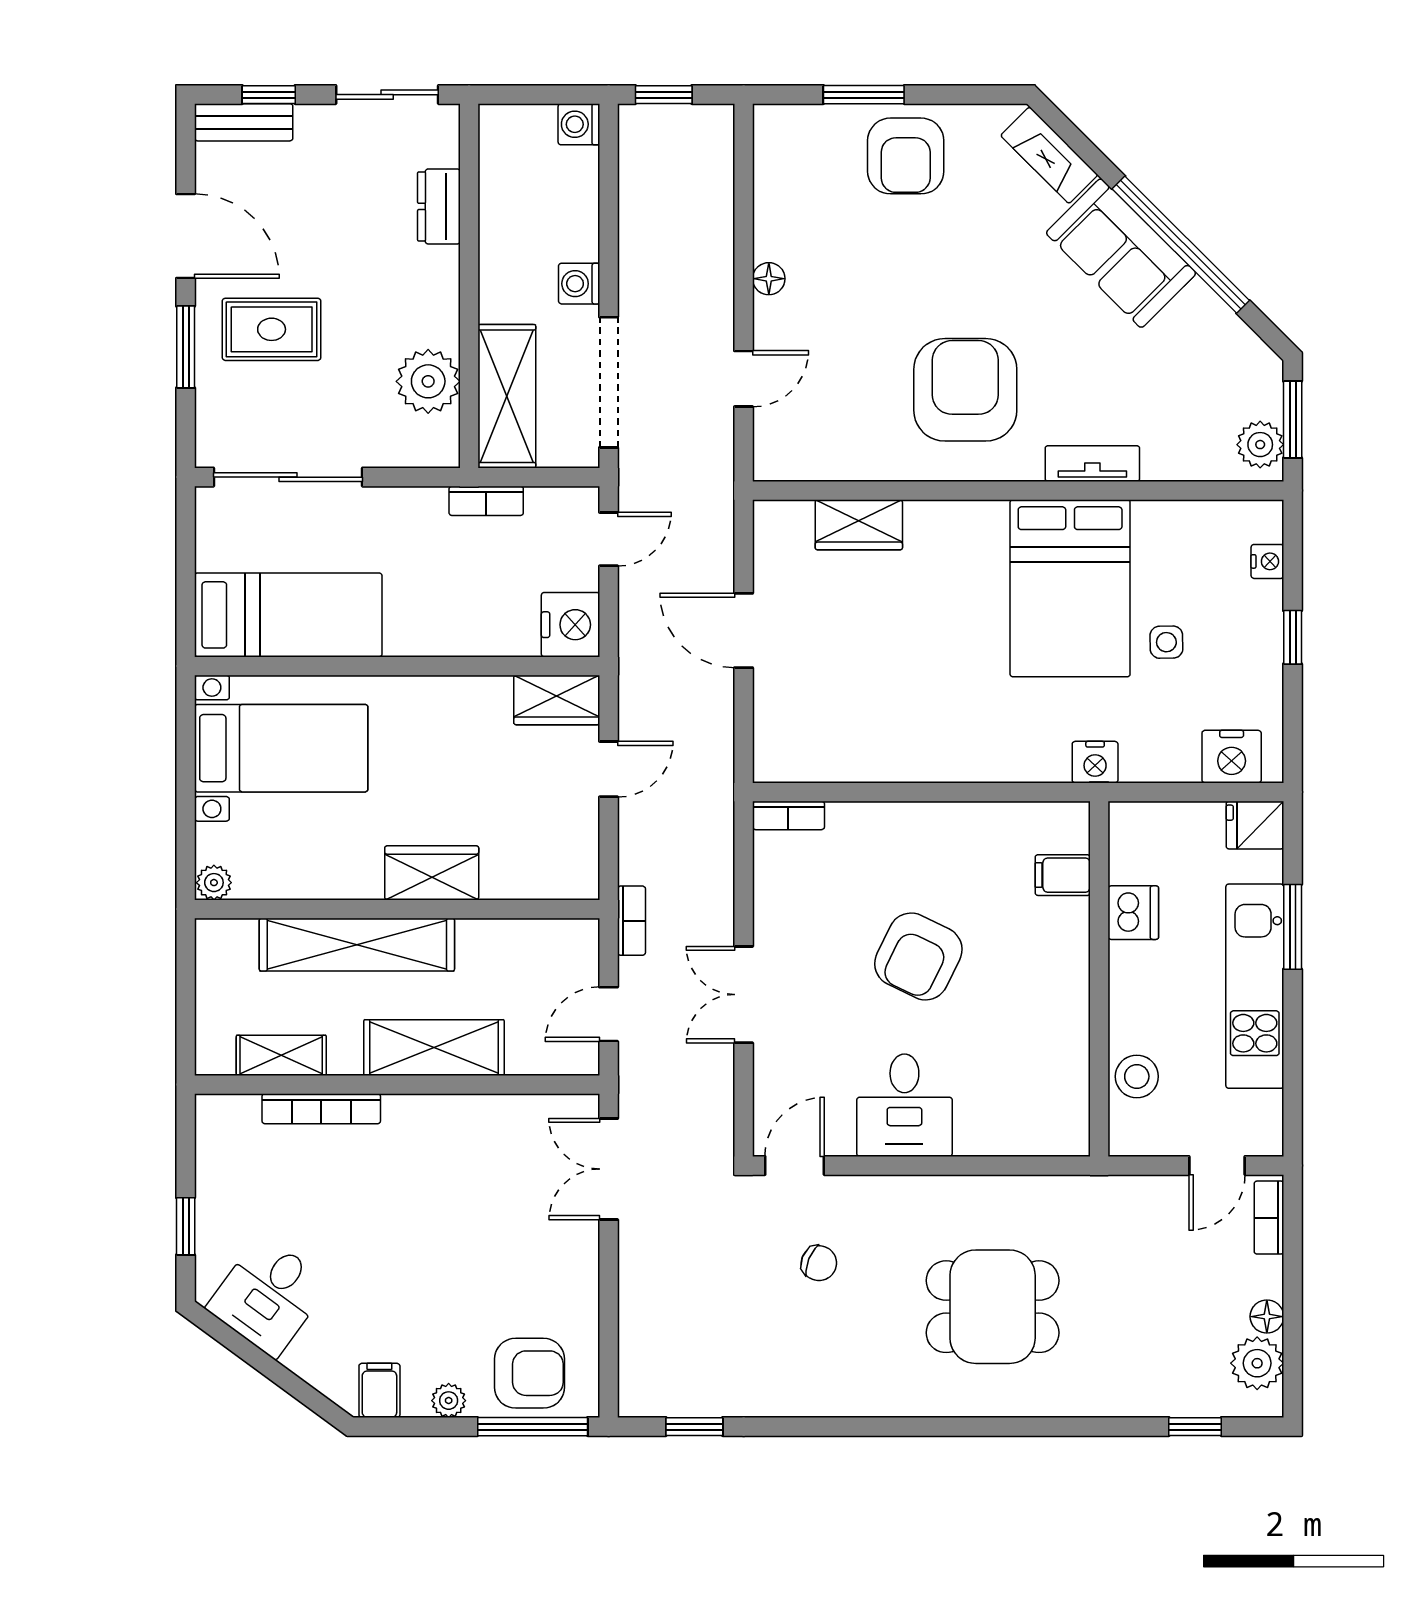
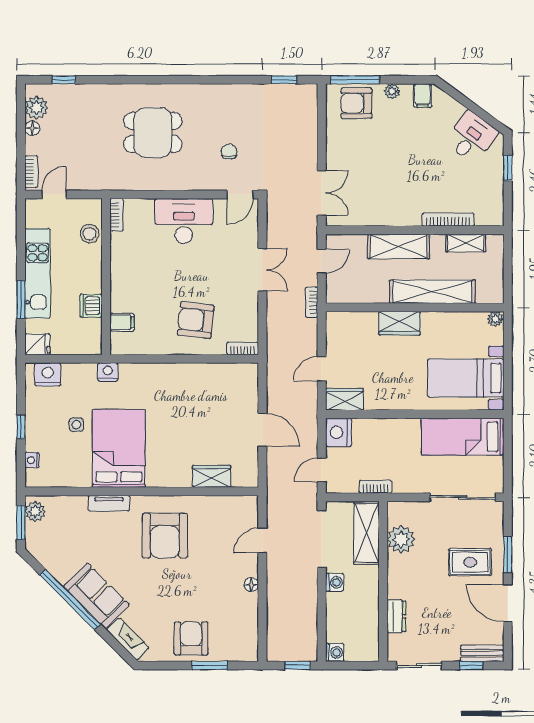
armchair: (918, 956) -> (196, 320), moved, turned -110
desk: (904, 1105) -> (184, 221), width x1.37
bookcase: (1075, 1119) -> (117, 215), added
chair: (819, 1263) -> (229, 152), turned 68

